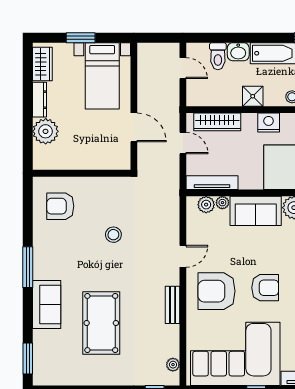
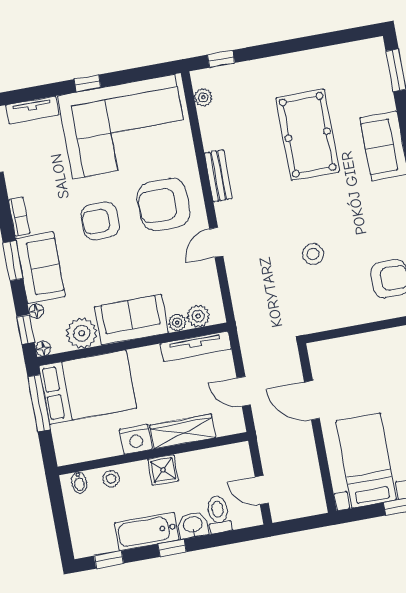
window: (257, 38) -> (172, 548), added
wardrobe: (217, 122) -> (183, 431), moved
armchair: (217, 291) -> (164, 205), turned 180

